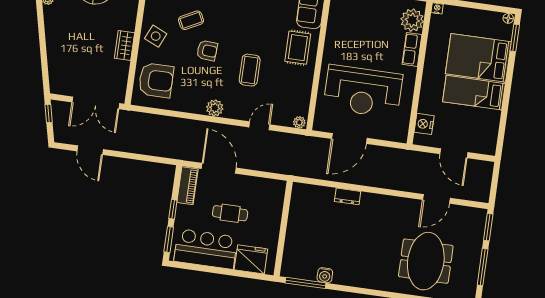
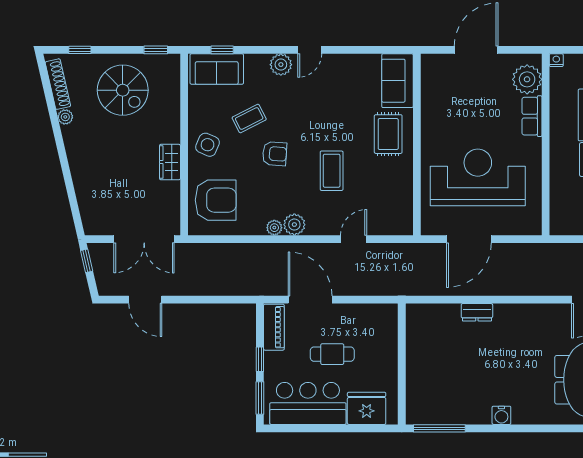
reception desk: (363, 91) -> (478, 177), turned 180
plant: (299, 122) -> (274, 228), moved
nightstand: (424, 124) -> (560, 208), removed
water cooler: (325, 275) -> (501, 415), moved

